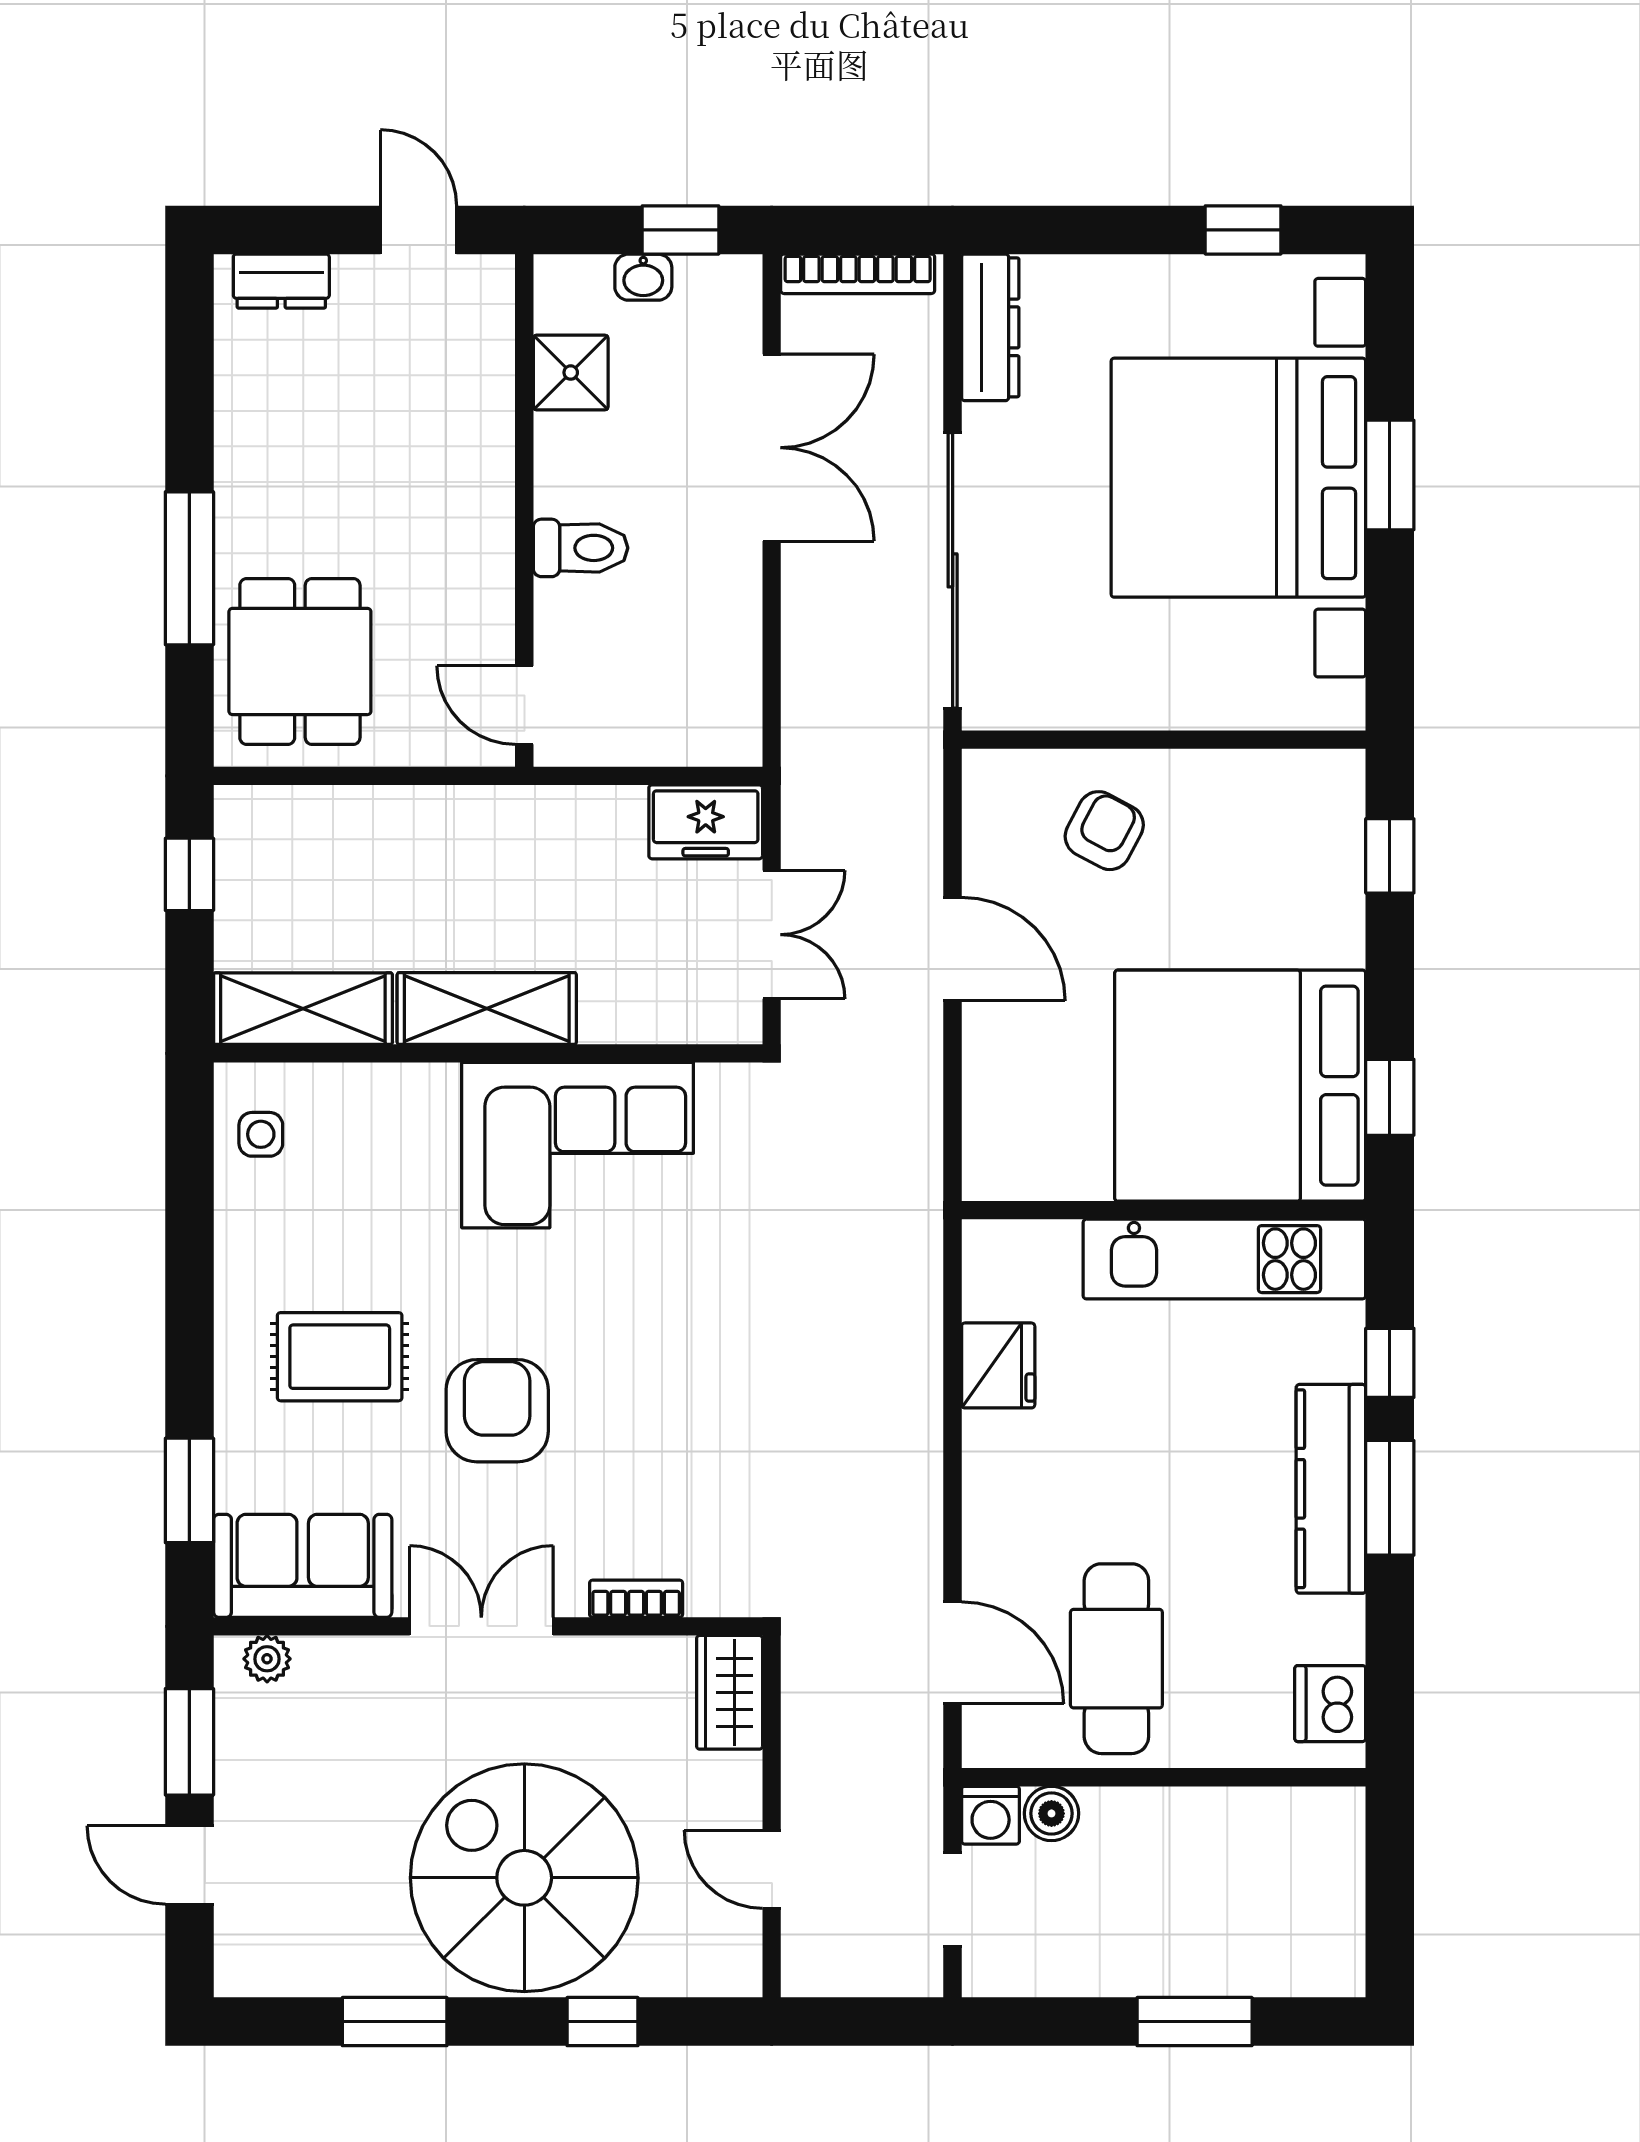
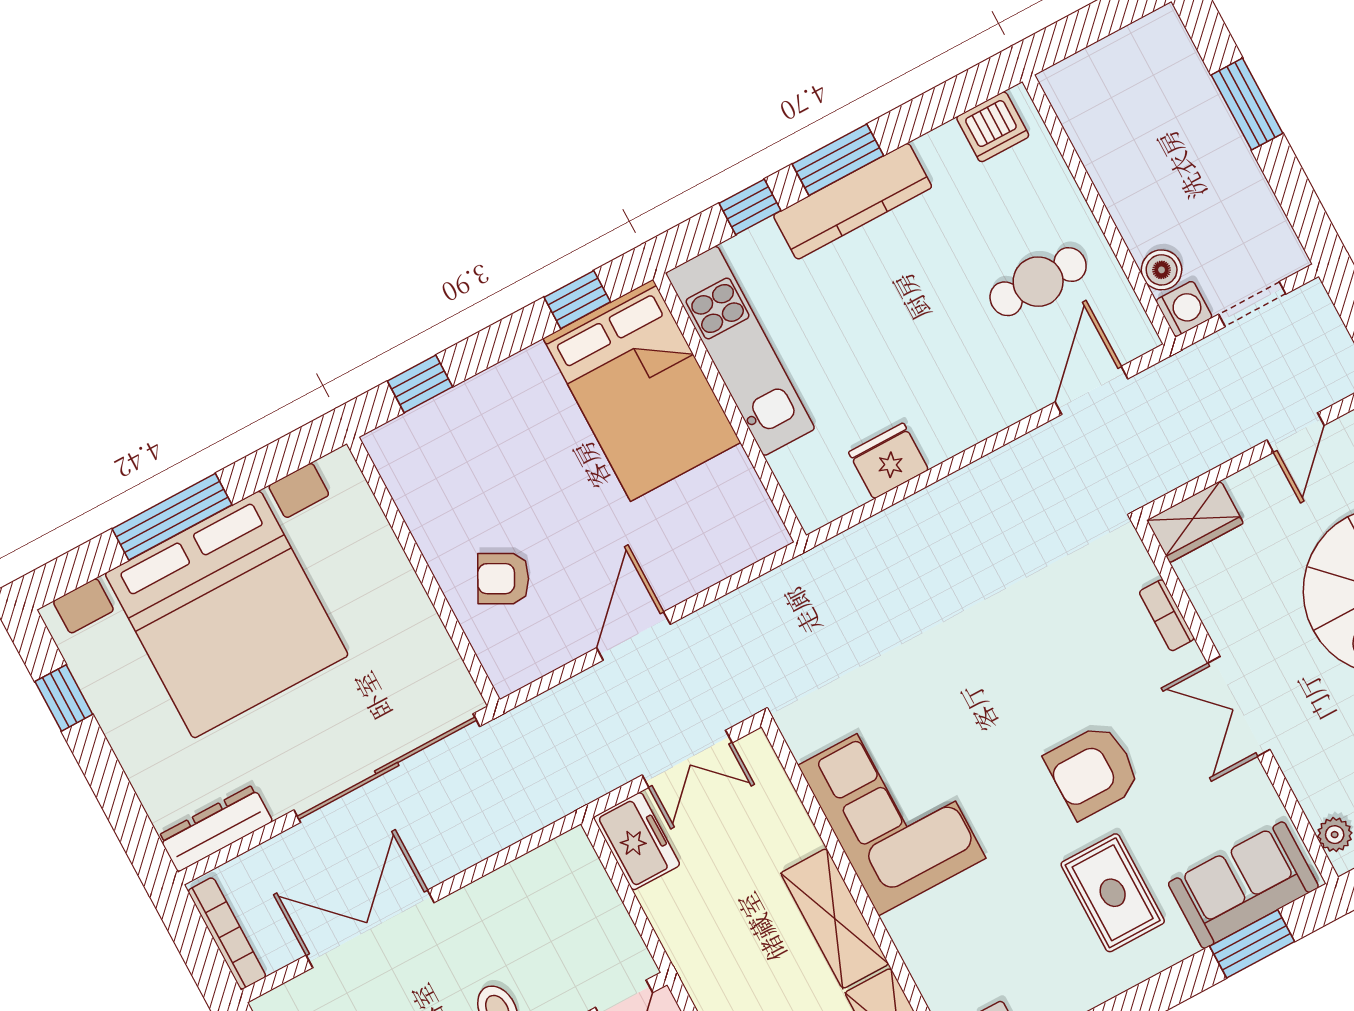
window: (1390, 475) -> (172, 517), width x1.44
double door: (772, 935) -> (687, 759), swing flipped
bed: (1240, 1086) -> (642, 390), width x0.73
sofa: (303, 1566) -> (1243, 885), moved, turned 90
cafe table: (1116, 1659) -> (1038, 282), width x0.73, depth x0.74

